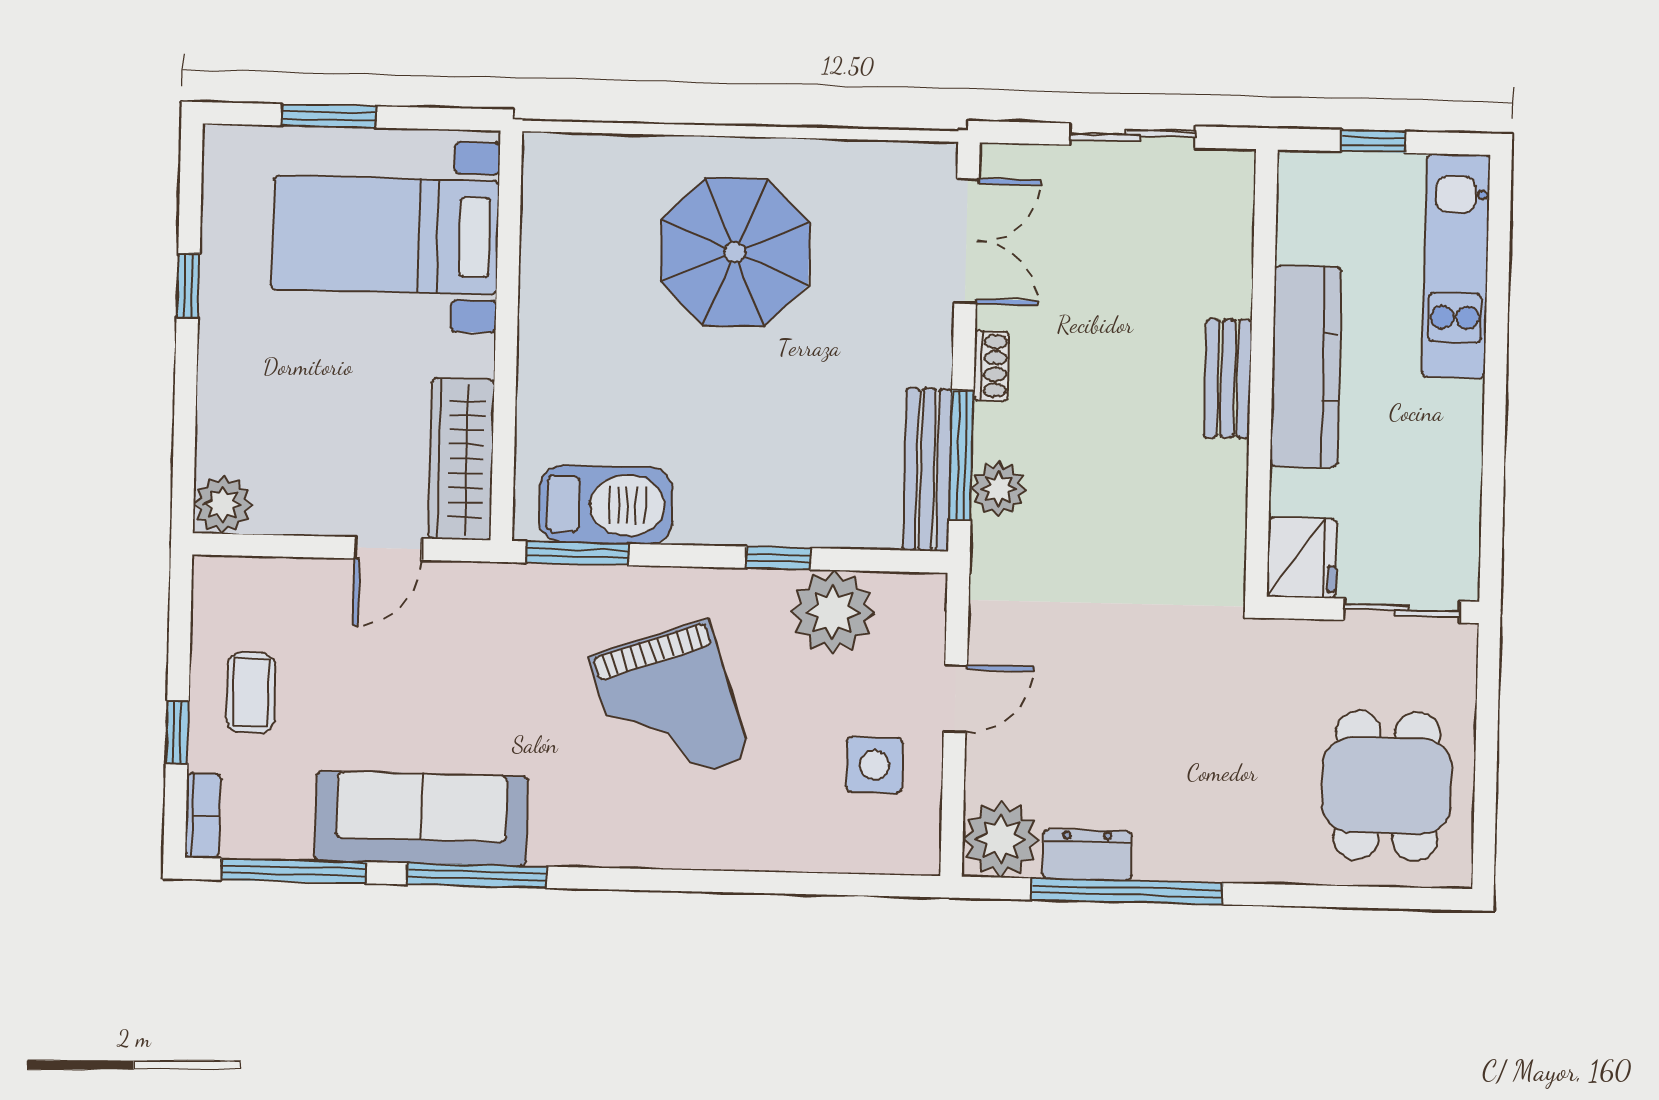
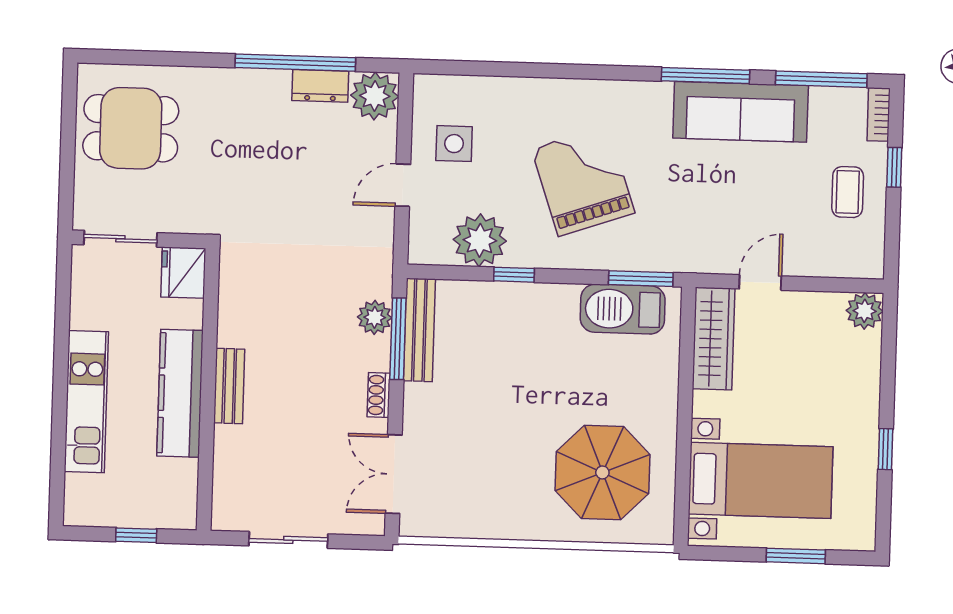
parasol: (735, 252) -> (602, 472), moved
kitchen unit: (1456, 266) -> (86, 402), moved
dining table: (1387, 786) -> (131, 128), turned 90

